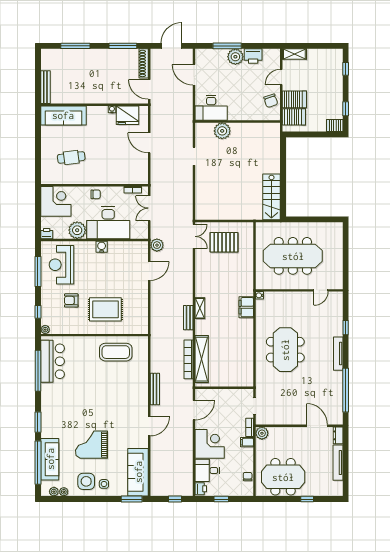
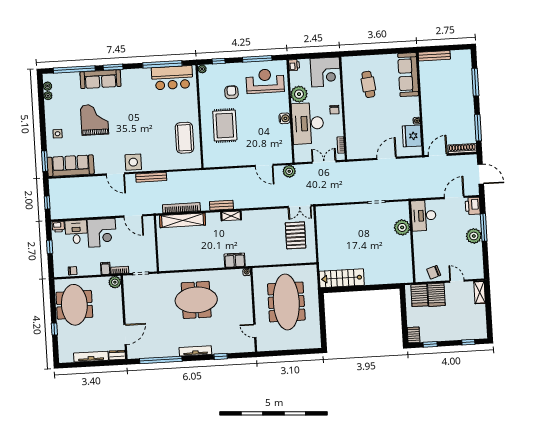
printer: (253, 56) -> (473, 206), moved
sofa: (50, 459) -> (101, 79), moved
side table: (86, 481) -> (133, 162), moved

